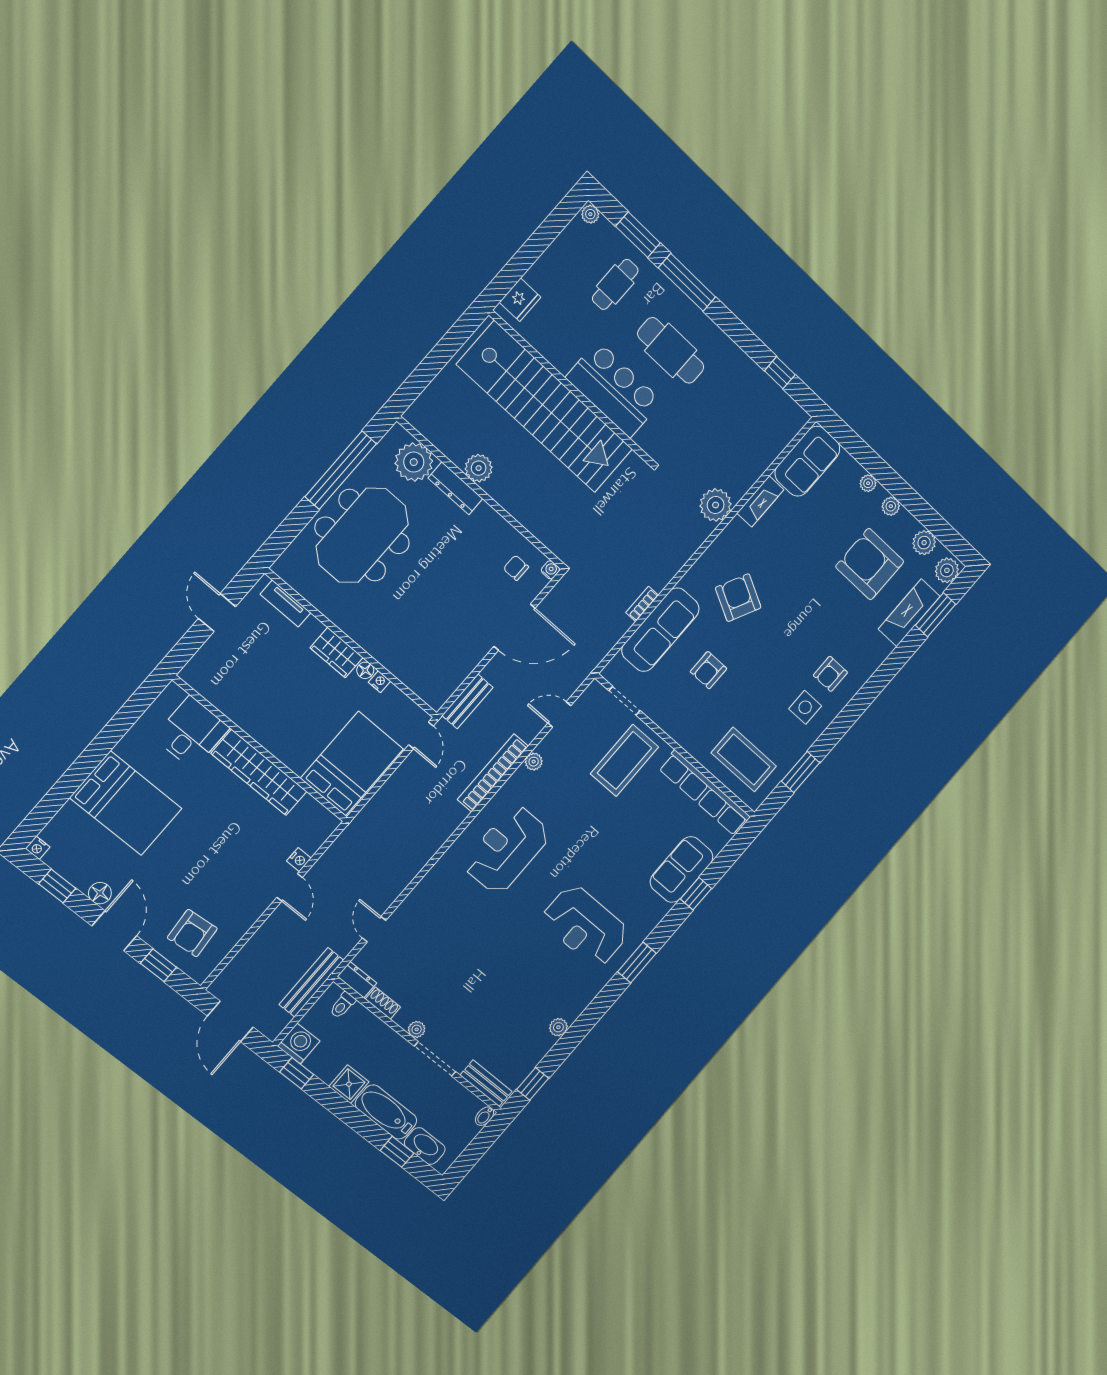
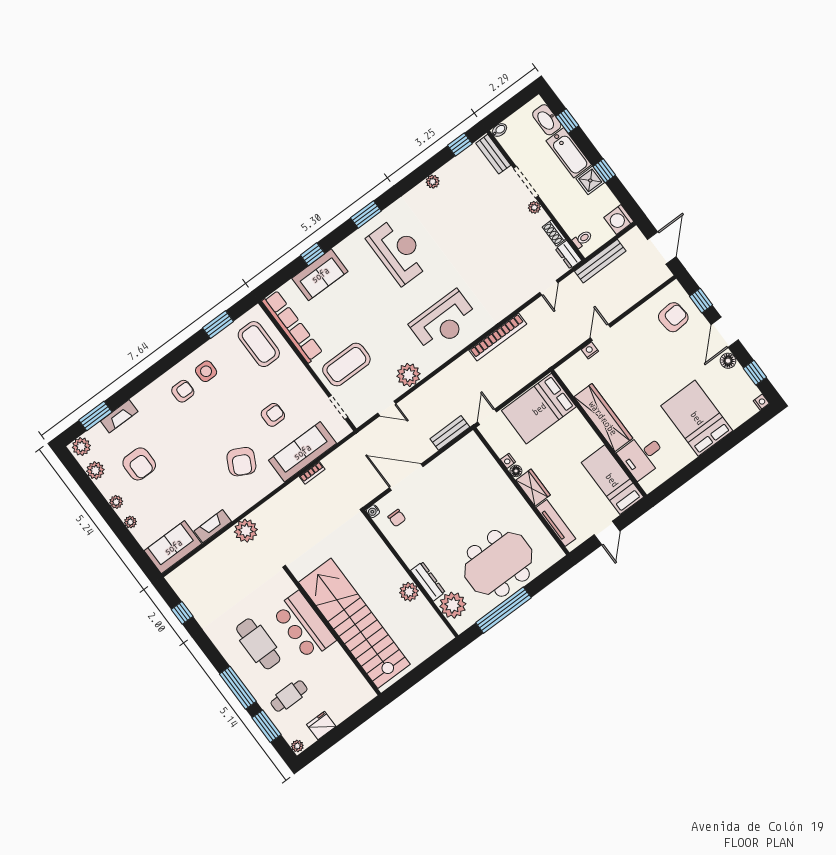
fridge: (520, 300) -> (321, 726), moved
armchair: (870, 564) -> (139, 464), width x0.73, depth x0.73
tv unit: (285, 603) -> (556, 523), width x1.41
fireplace: (909, 613) -> (119, 416), width x0.73, depth x0.76
bed: (226, 689) -> (612, 480), added
plant: (534, 762) -> (408, 375), width x1.88, depth x1.88
bookcase: (493, 773) -> (498, 337), moved
window: (297, 1073) -> (604, 171), moved

